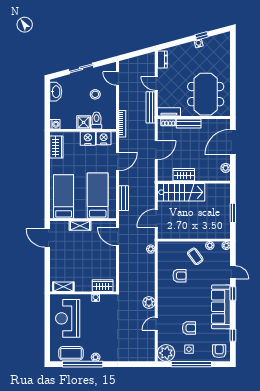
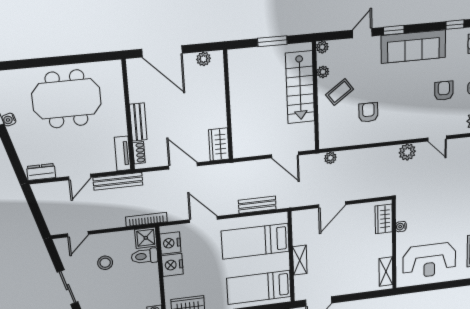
meeting table: (206, 94) -> (67, 99), moved
shower: (84, 122) -> (146, 238), moved
wardrobe: (184, 175) -> (219, 144), moved
stairs: (181, 192) -> (300, 87), moved, turned 180
door: (118, 236) -> (332, 205), moved

